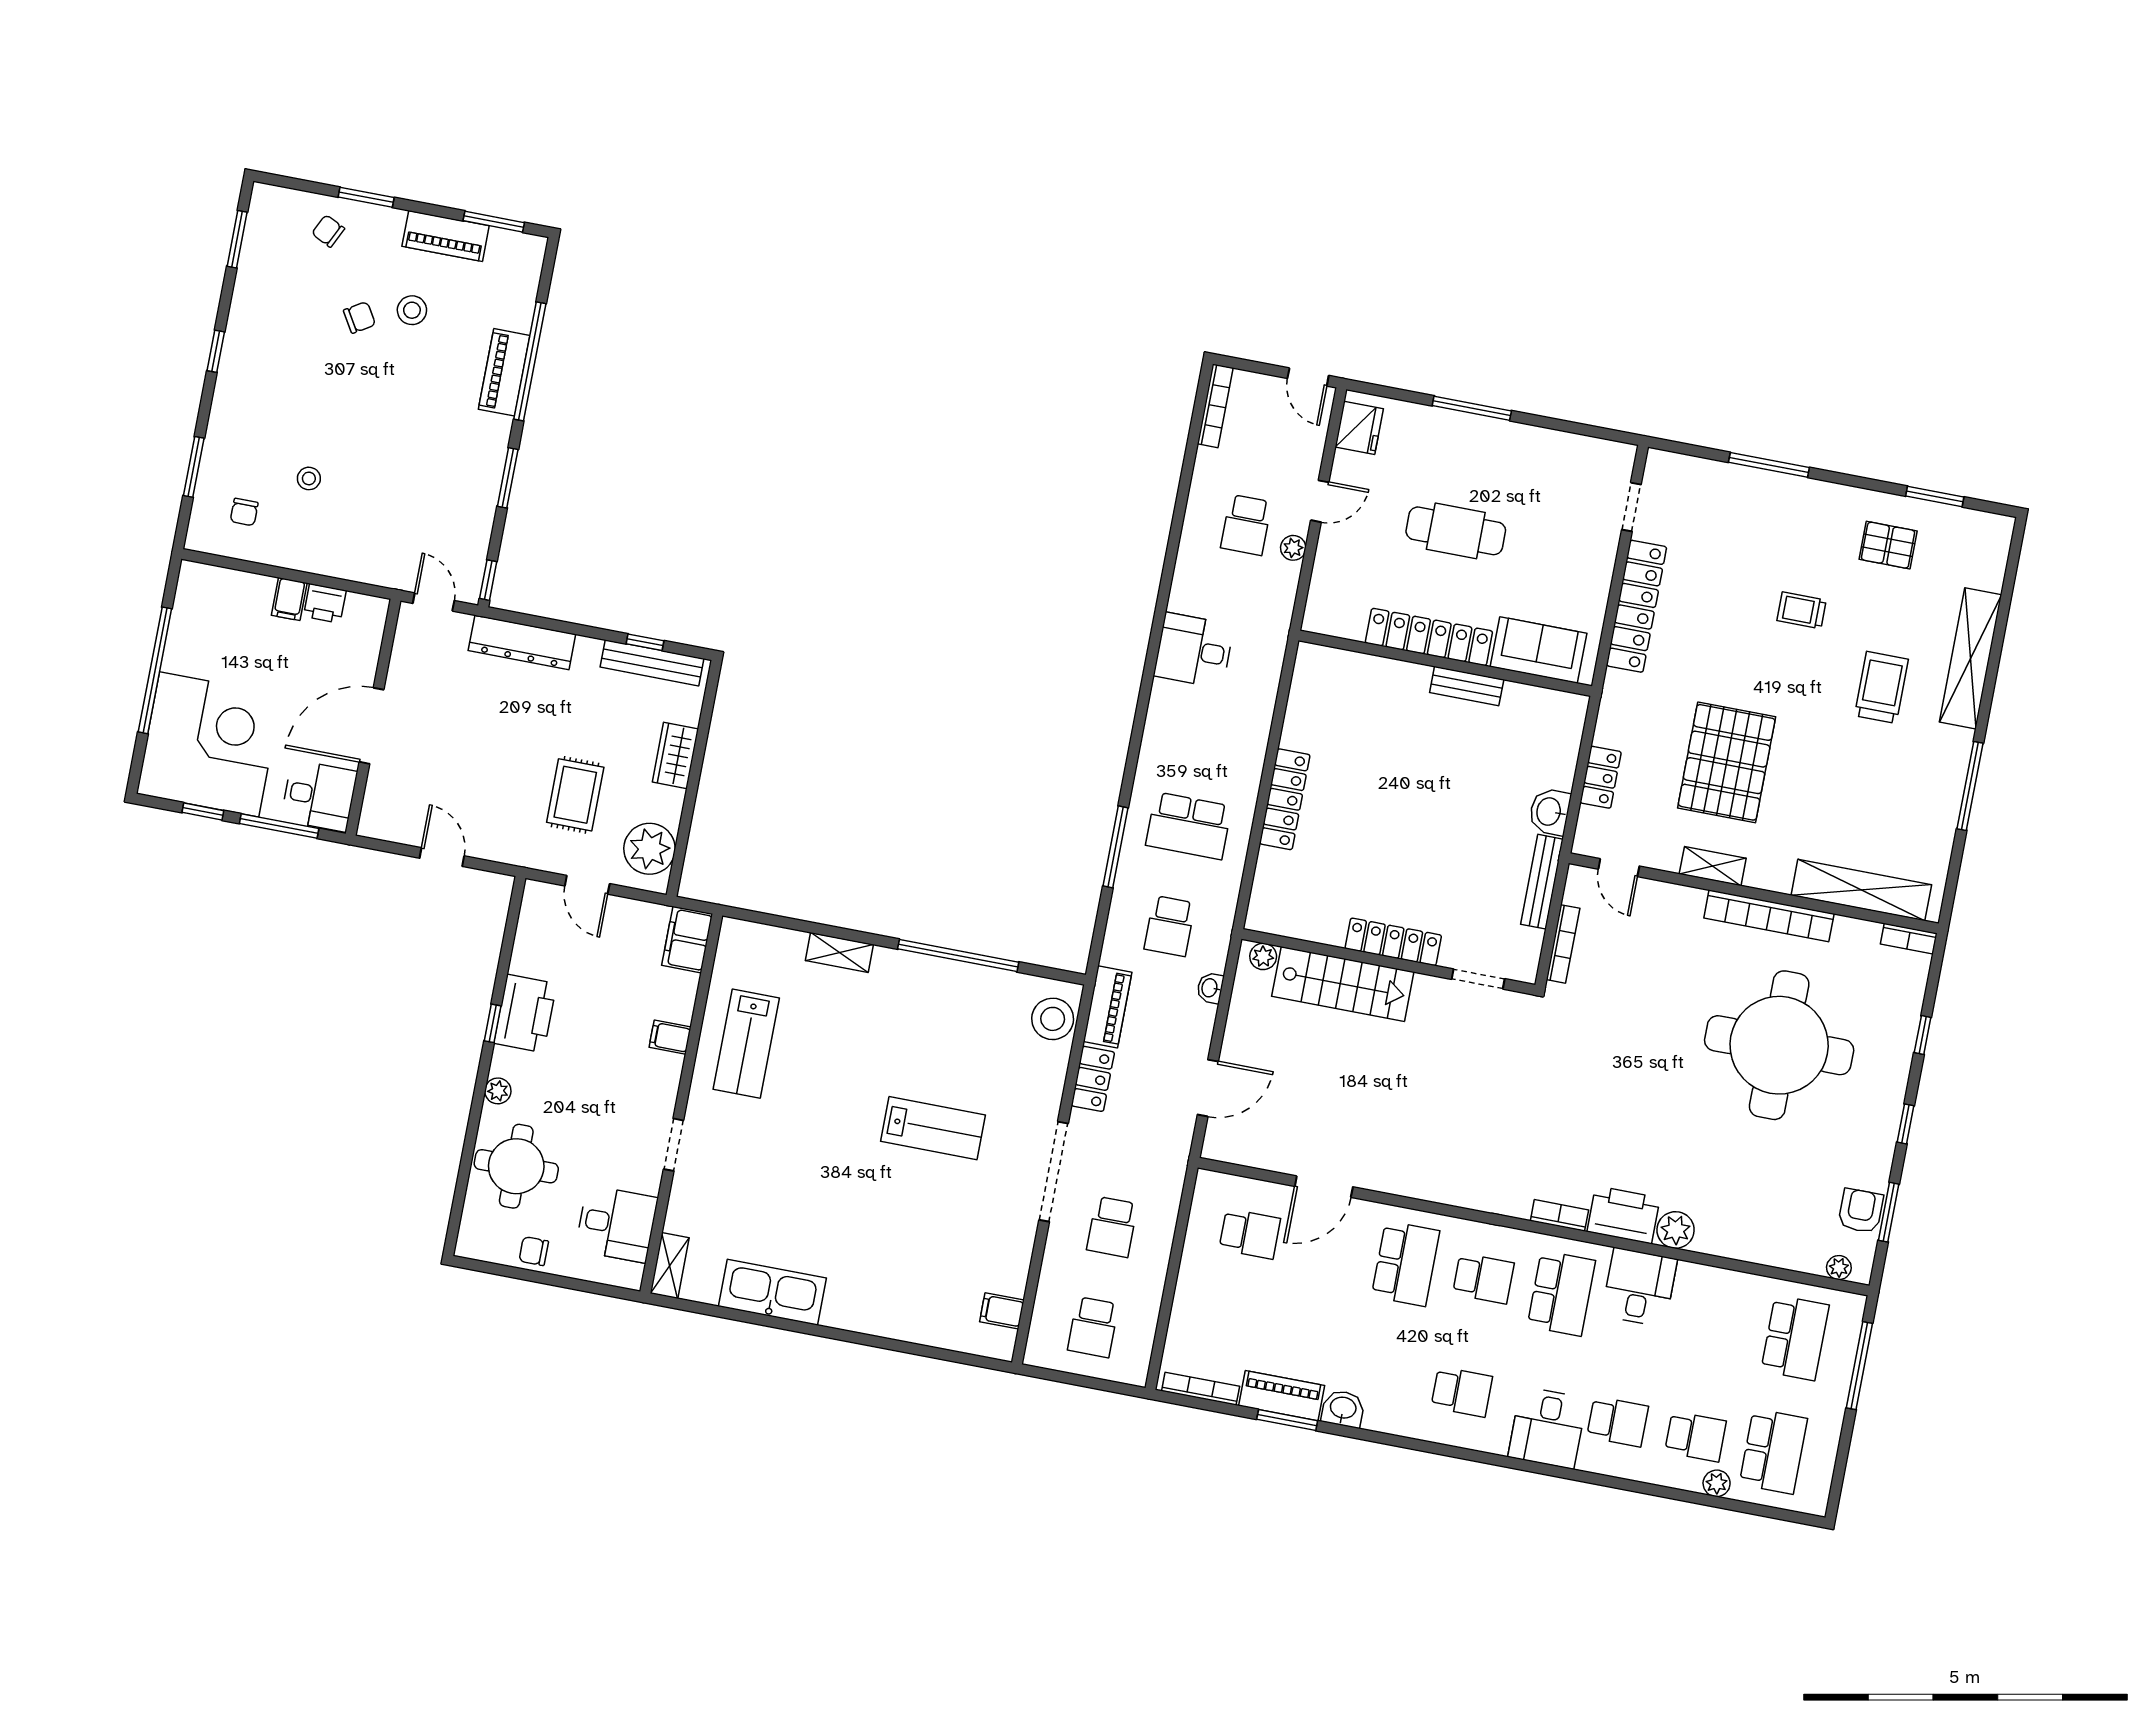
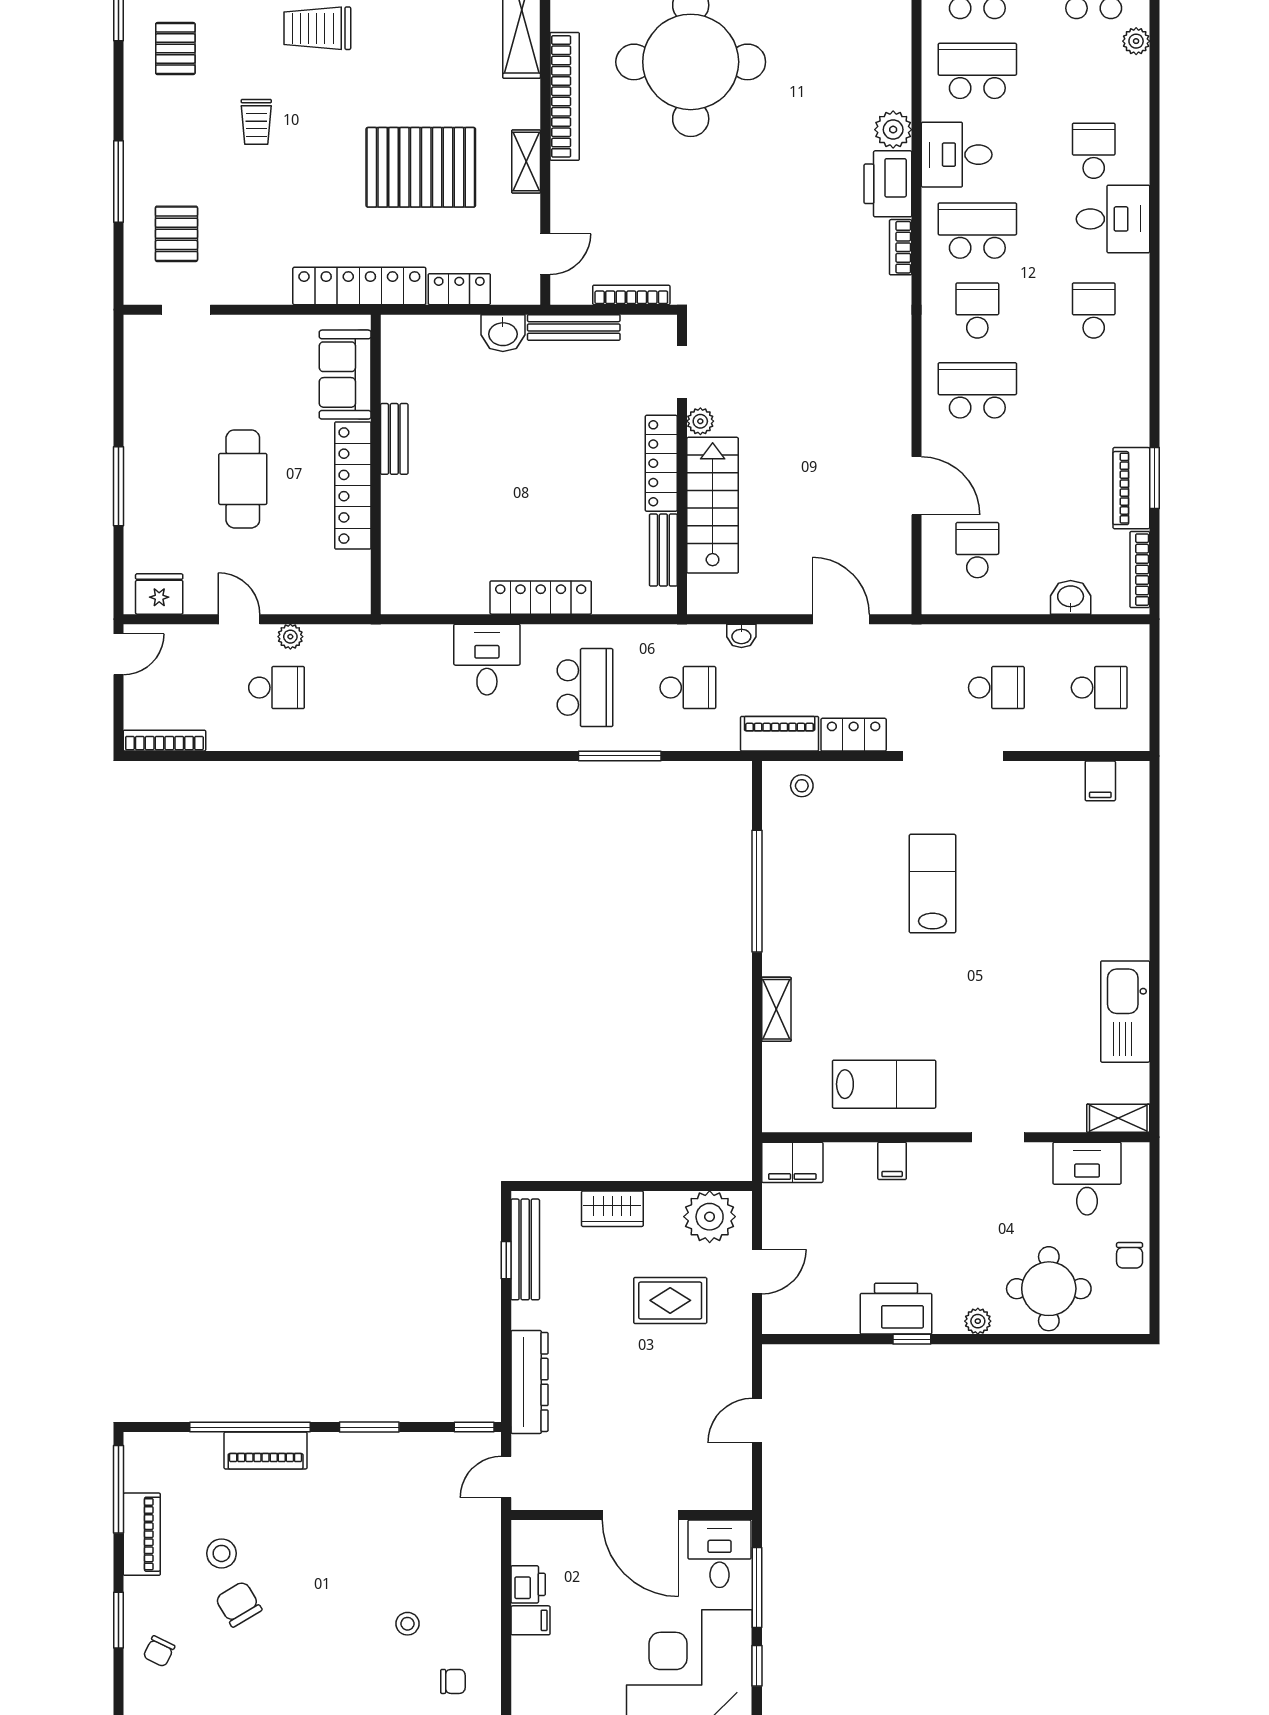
window: (494, 222) -> (118, 1489), width x1.44
chair: (360, 317) -> (239, 1604), width x1.37, depth x1.37
pallet: (1707, 512) -> (176, 234), added
locker: (1636, 606) -> (359, 286), moved
desk: (1194, 650) -> (487, 660), moved, turned 180
bench: (1308, 928) -> (663, 550), added
plant: (1263, 956) -> (700, 421), moved
stool: (1053, 1019) -> (802, 786), width x0.53, depth x0.53
washbasin: (1343, 1409) -> (1071, 597), moved, turned 90
school desk: (1695, 1436) -> (977, 71), moved, width x1.85

